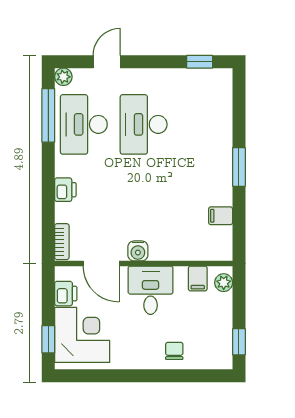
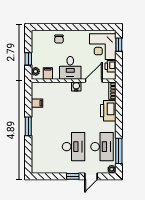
window: (200, 62) -> (73, 176), moved
printer: (65, 190) -> (108, 111), width x1.87, depth x1.48
door: (101, 263) -> (94, 81), hinge flipped
window: (239, 342) -> (28, 59), moved

